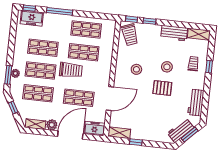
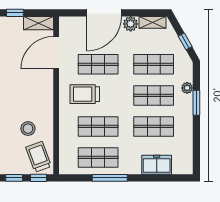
window: (29, 8) -> (178, 178), removed
window: (60, 11) -> (110, 178), moved
freezer: (32, 18) -> (157, 165), moved
stool: (136, 69) -> (28, 129), moved
trolley: (71, 70) -> (85, 94), moved
window: (8, 75) -> (196, 103), moved
door: (110, 98) -> (56, 53), moved
freezer: (94, 129) -> (72, 25), removed

